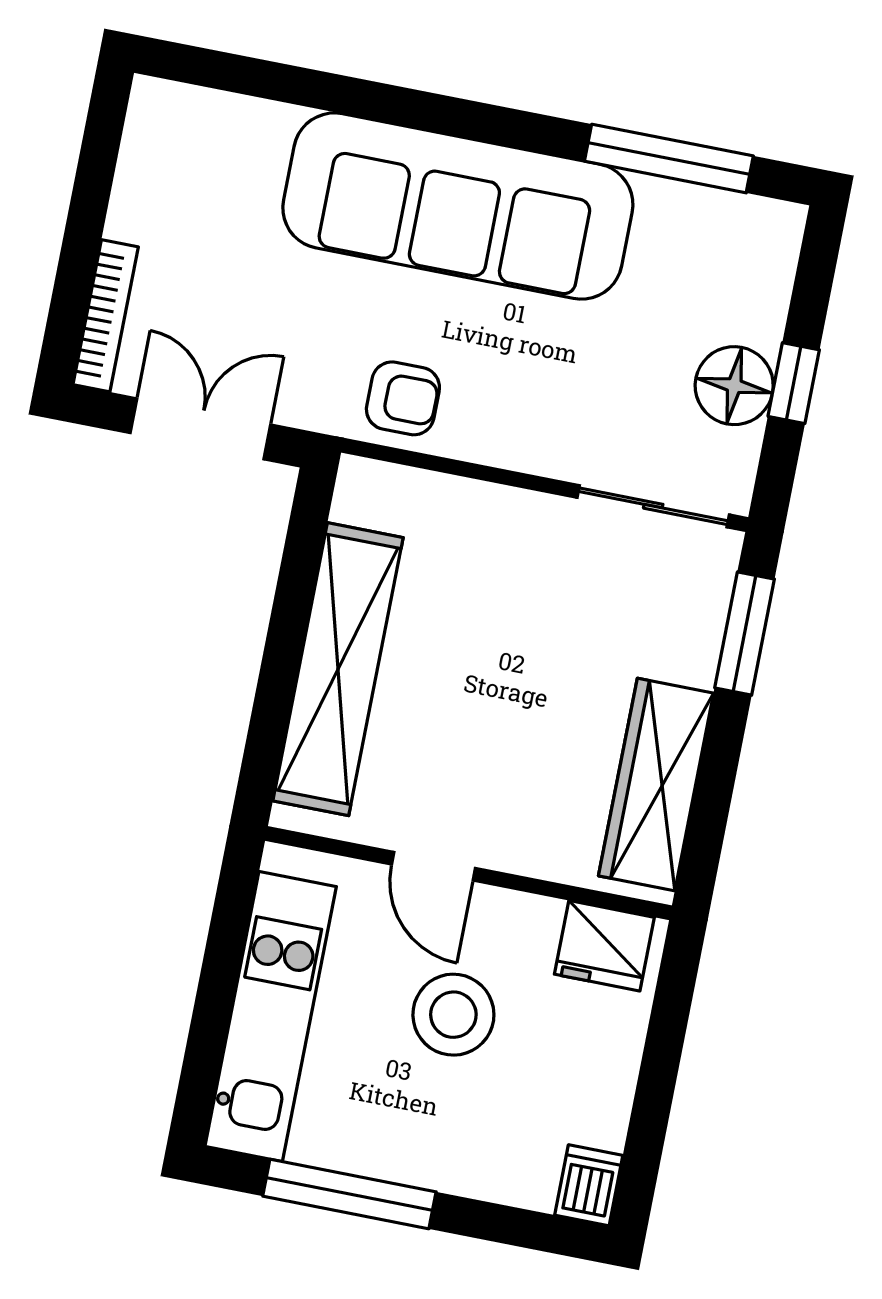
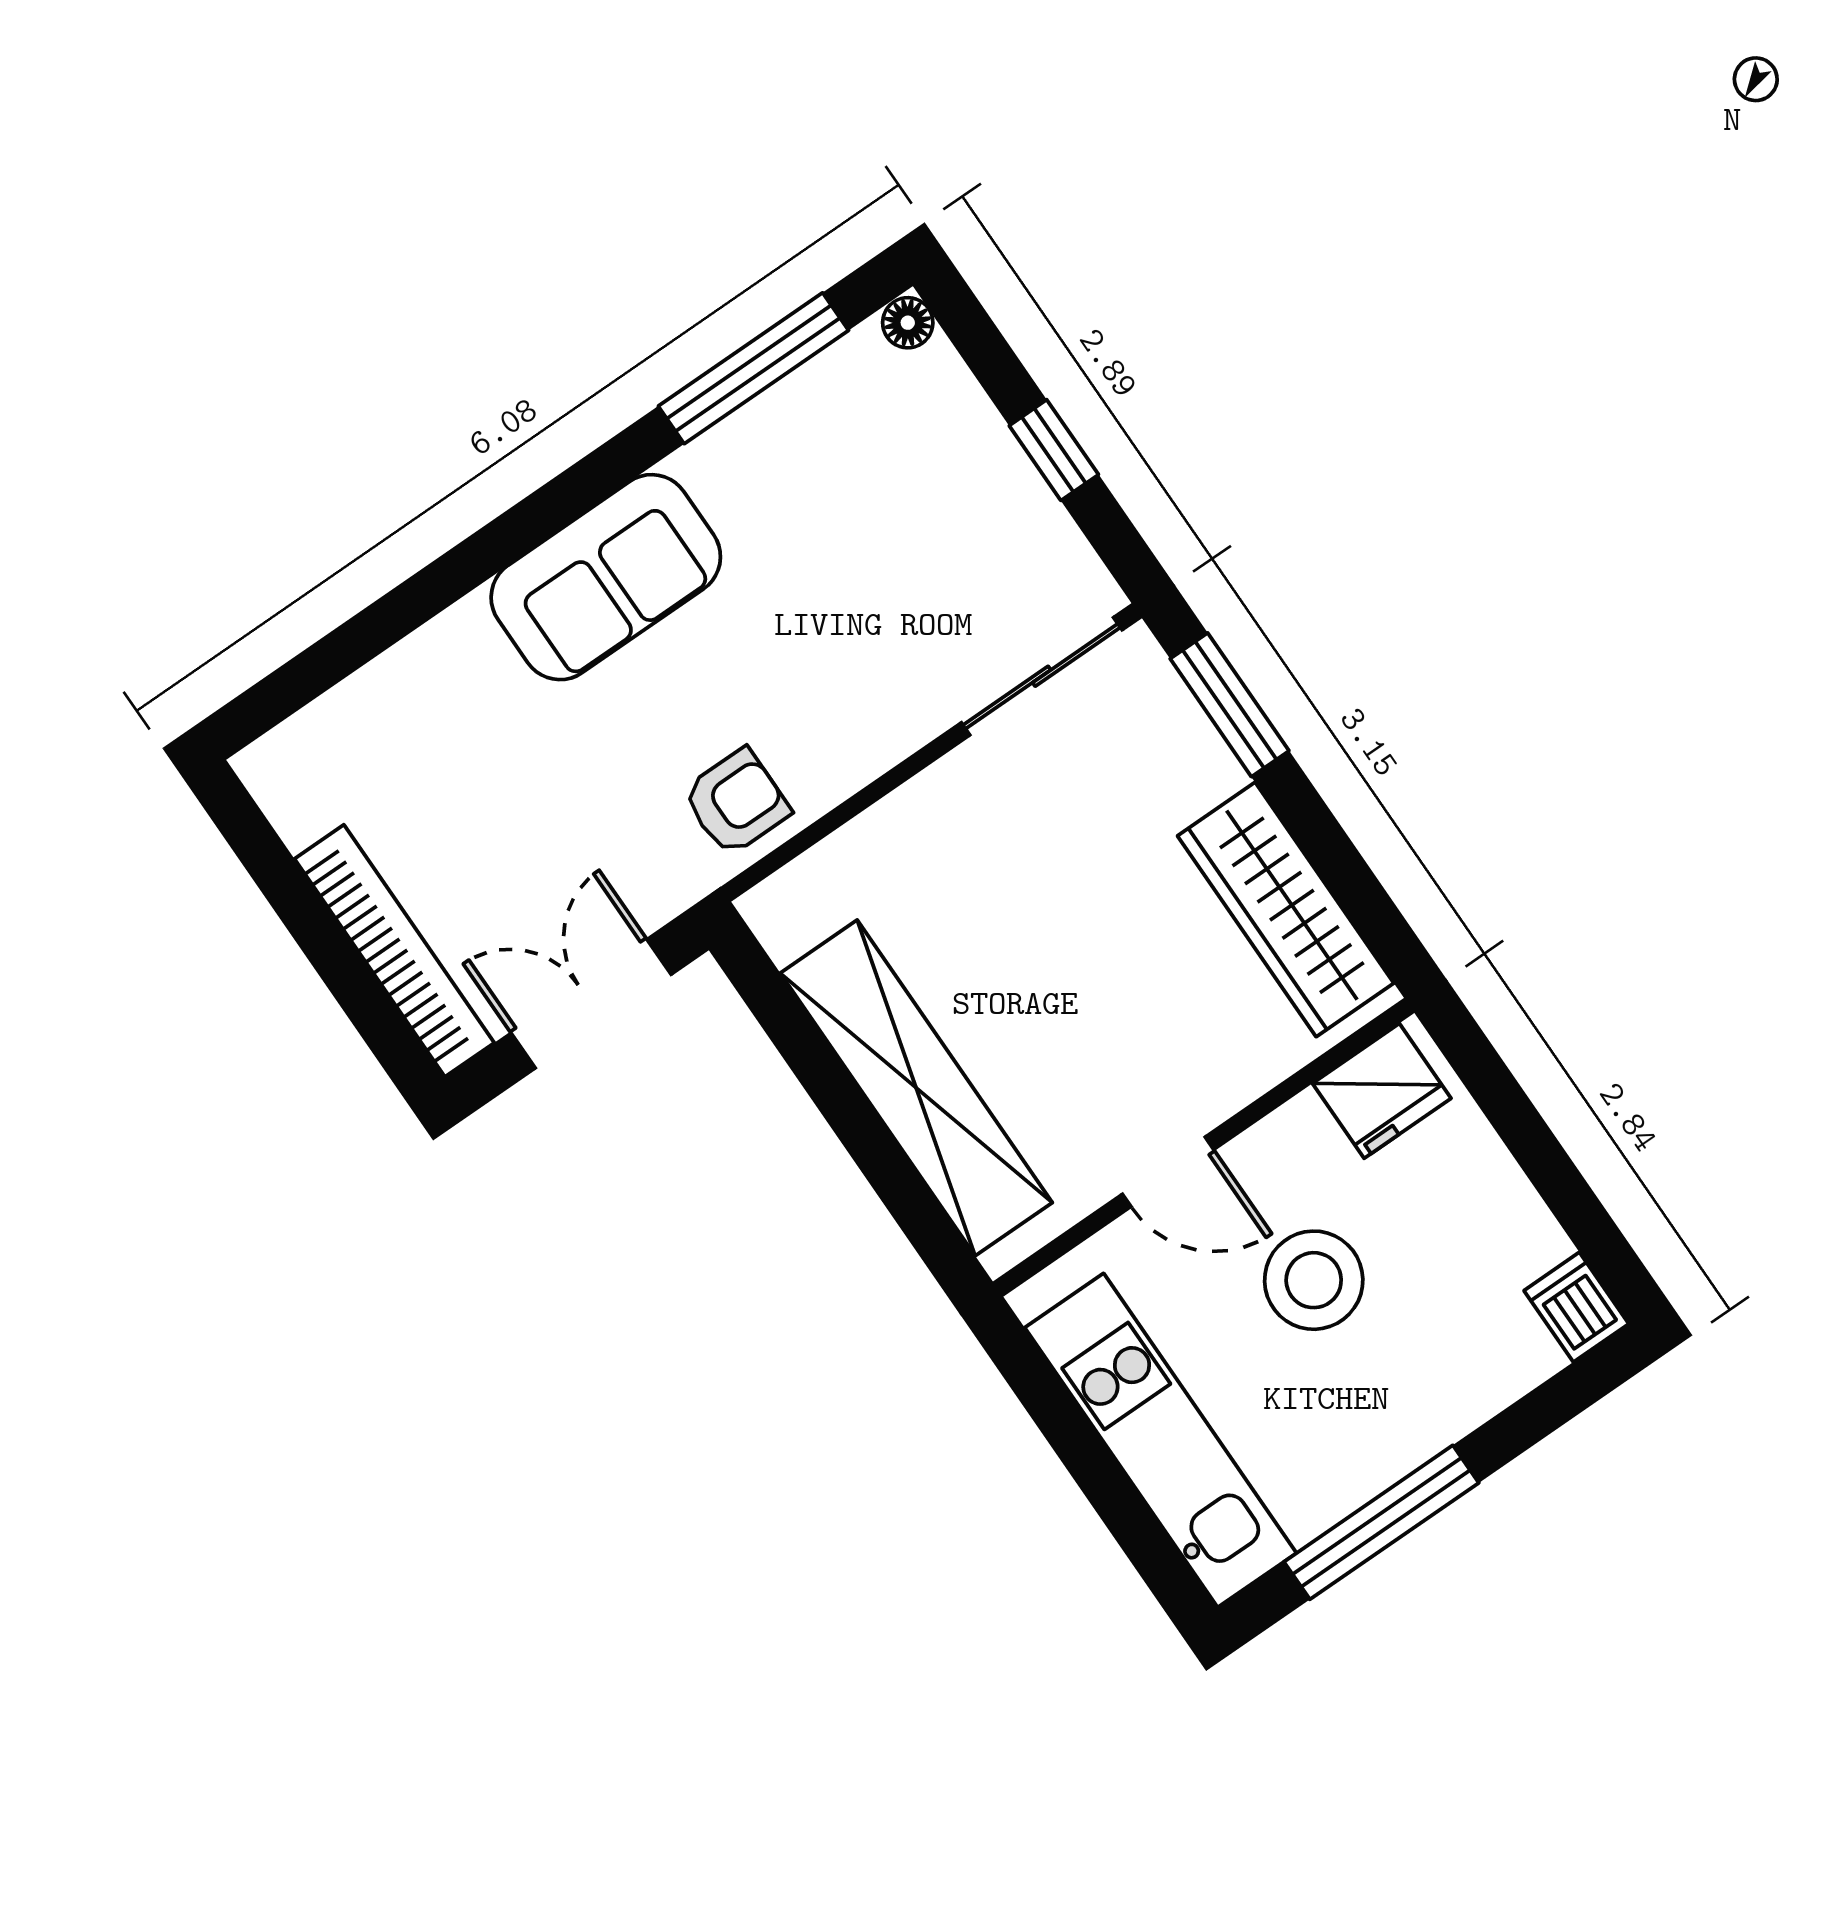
sofa: (458, 206) -> (606, 577), width x0.54, depth x0.79
bookcase: (106, 316) -> (394, 951), width x1.48, depth x1.31
floor lamp: (734, 386) -> (908, 323), moved, width x0.53, depth x0.53

